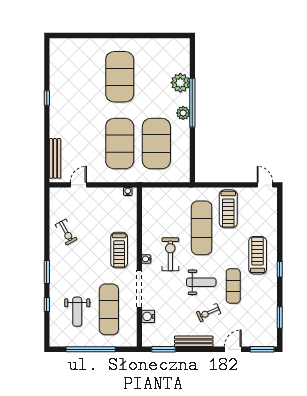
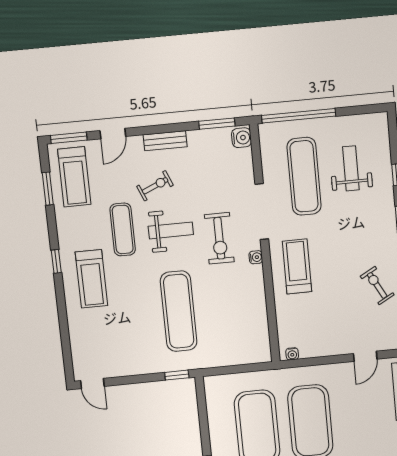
window: (207, 185) -> (177, 375), added
treadmill: (228, 209) -> (74, 177), moved, turned 180
exercise bike: (170, 254) -> (219, 238), moved
weight bench: (201, 282) -> (171, 230), turned 180
water cooler: (148, 316) -> (241, 138), moved
bench: (194, 341) -> (165, 141), width x0.73
window: (91, 349) -> (299, 116), moved

